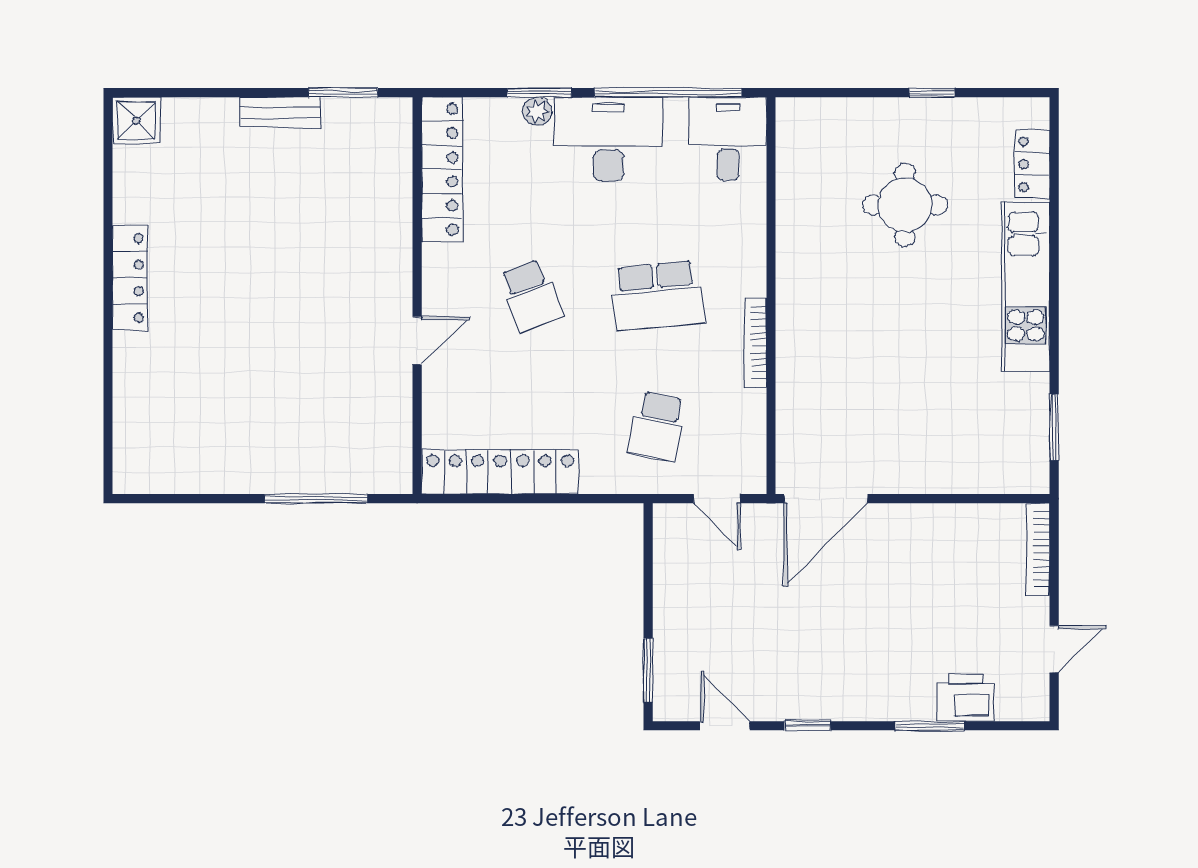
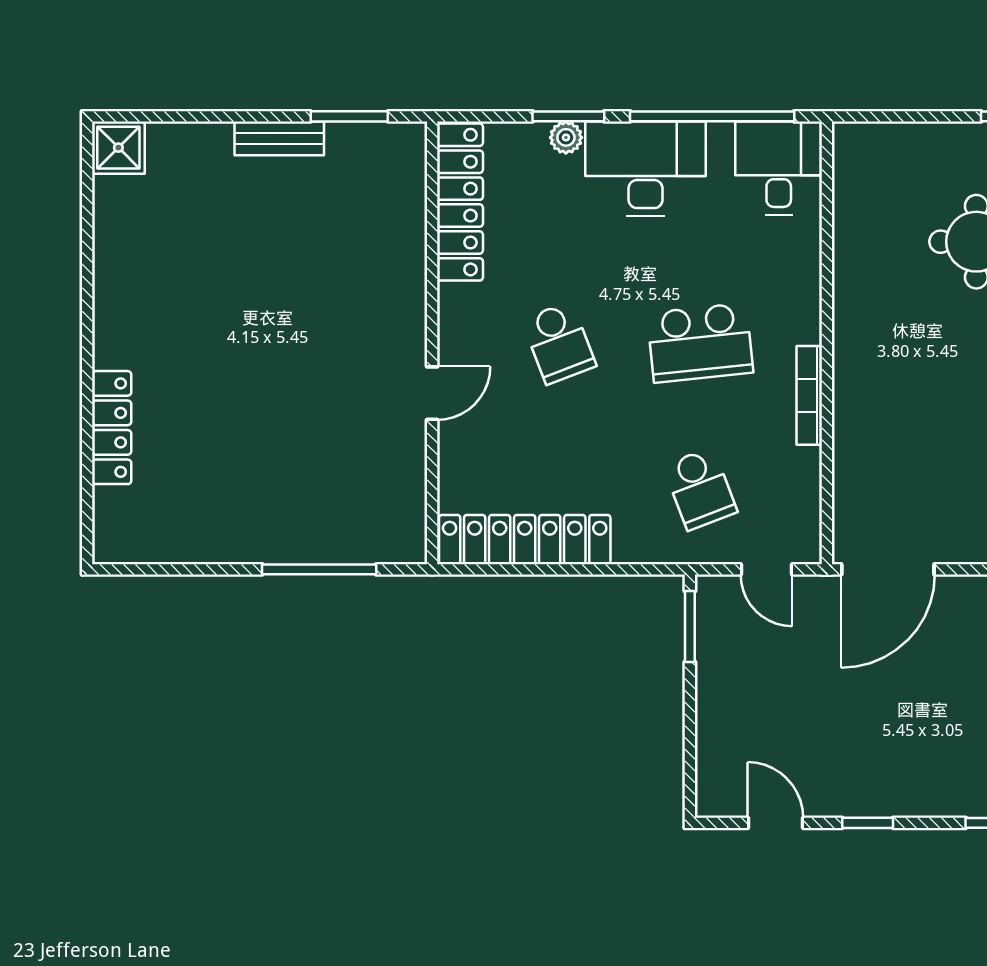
locker: (130, 278) -> (112, 428), moved
school desk: (657, 426) -> (700, 489), turned -33
window: (648, 670) -> (690, 627), moved

